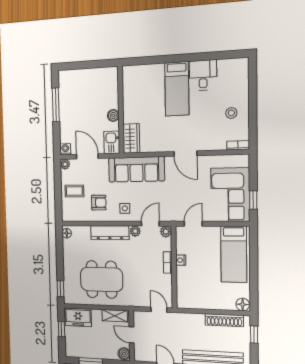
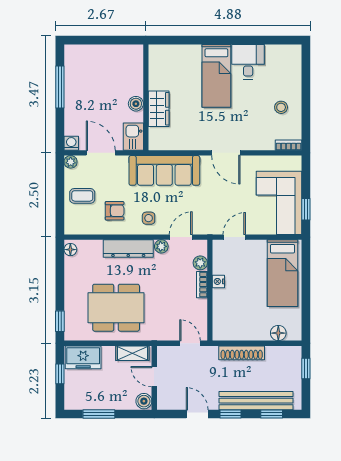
wardrobe: (131, 138) -> (159, 109), moved
plant: (166, 232) -> (200, 263), moved
floor lamp: (243, 304) -> (278, 333), moved
shoe rack: (224, 320) -> (242, 353), moved

